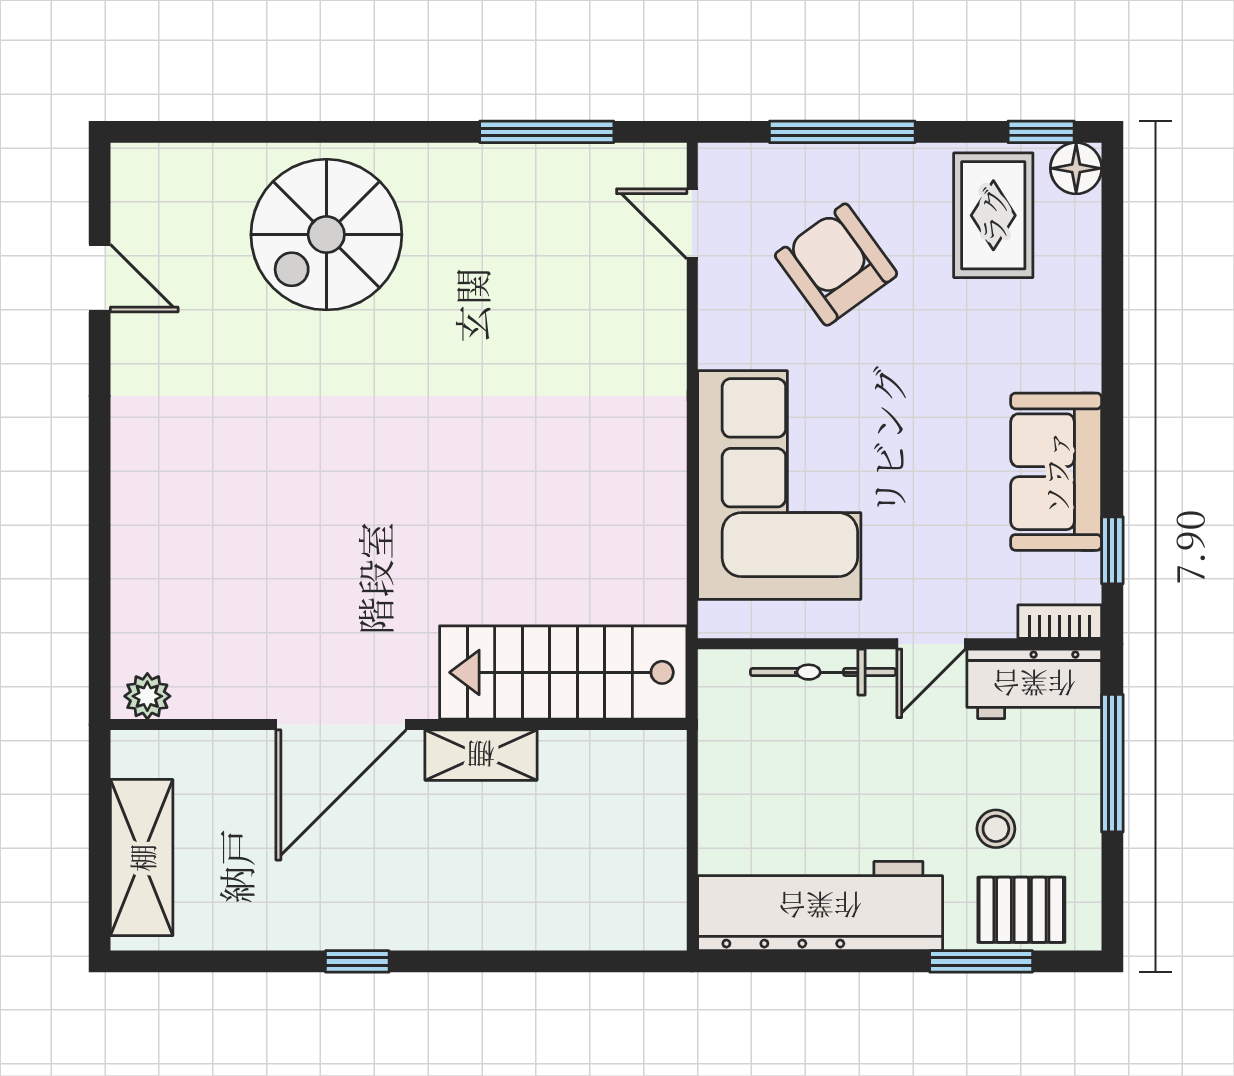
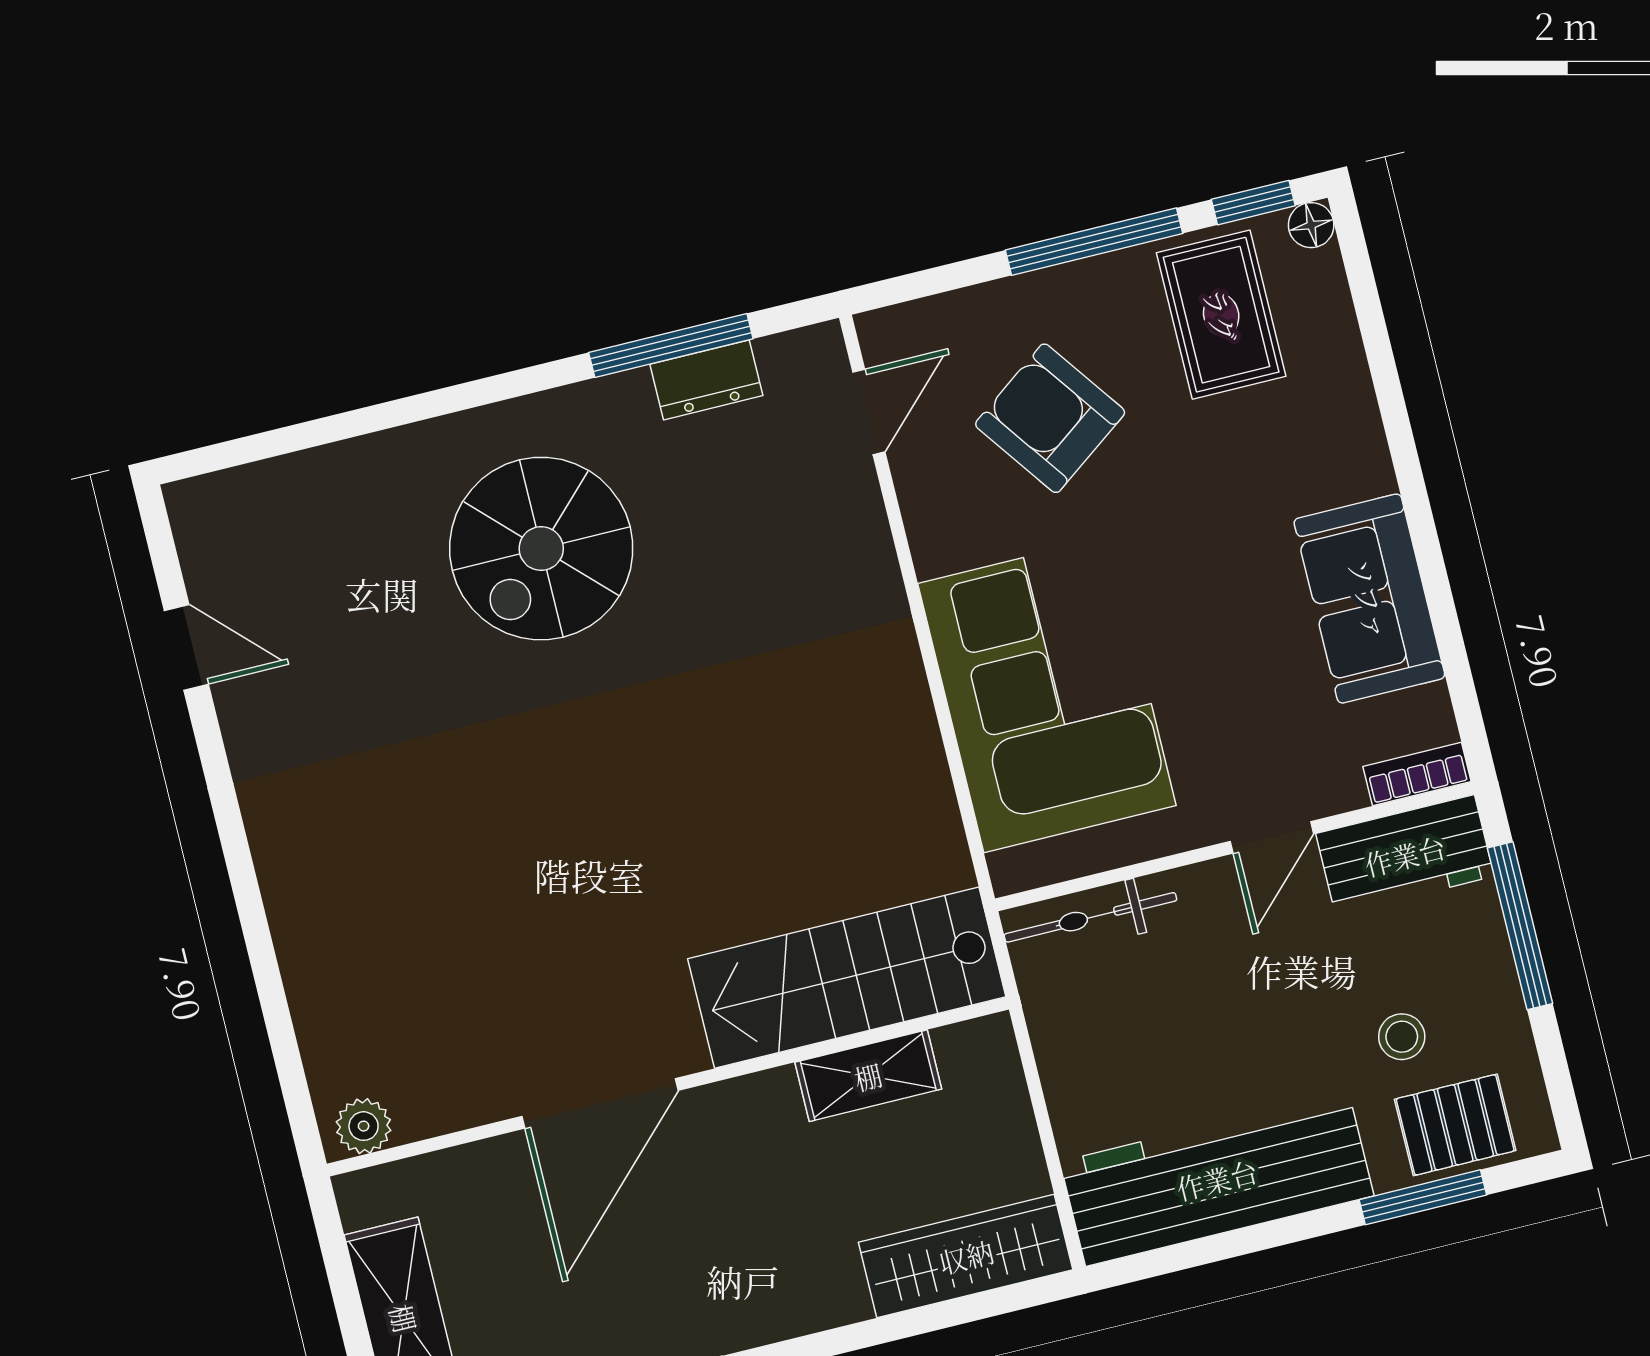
window: (842, 132) -> (1094, 242), moved
dresser: (568, 166) -> (706, 380), added
floor lamp: (1076, 168) -> (1311, 225), width x0.73, depth x0.73
door: (692, 224) -> (869, 412), swing flipped
spiral stairs: (326, 235) -> (541, 549), moved
window: (1112, 550) -> (1458, 675), removed
bicycle: (823, 672) -> (1090, 917), moved
shelving: (481, 755) -> (868, 1076), moved
wardrobe: (604, 919) -> (966, 1256), added

